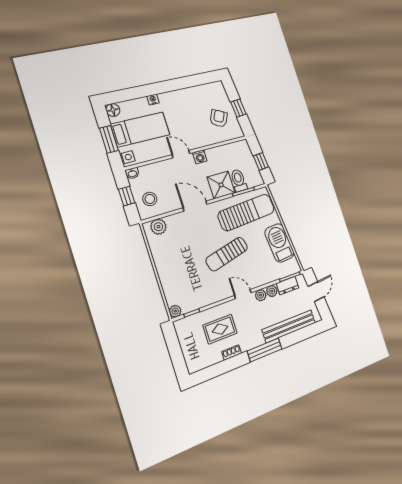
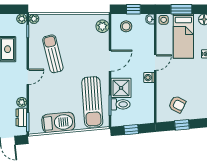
sun lounger: (227, 254) -> (53, 54), moved
plant: (261, 295) -> (22, 19), moved

